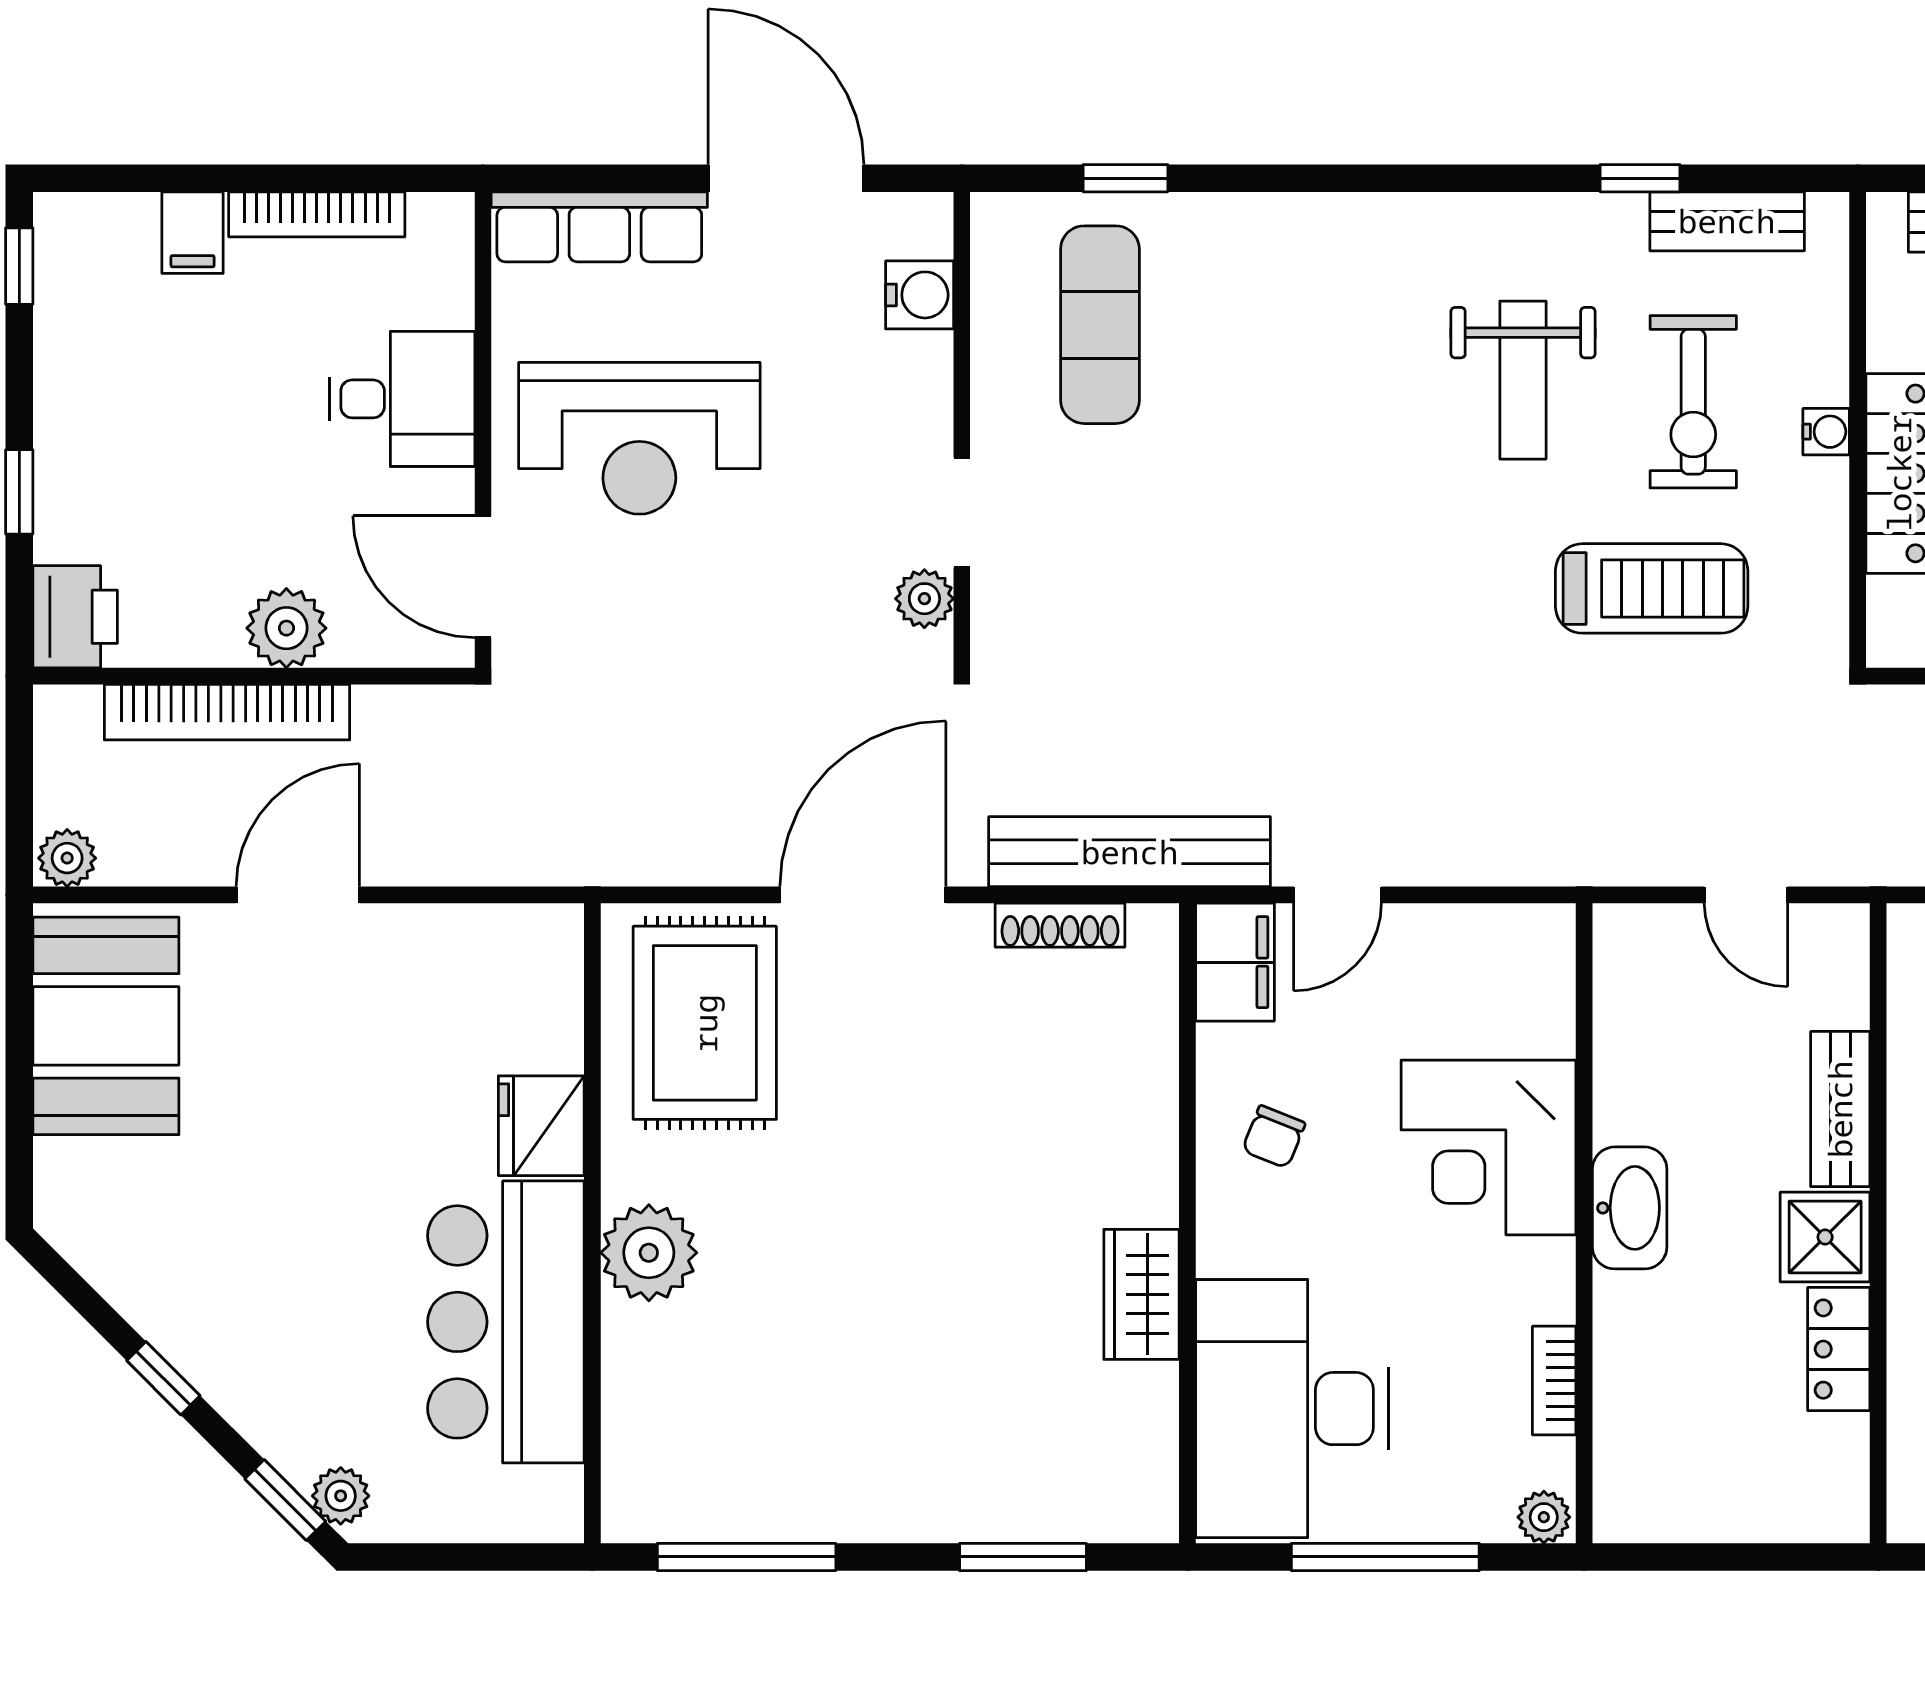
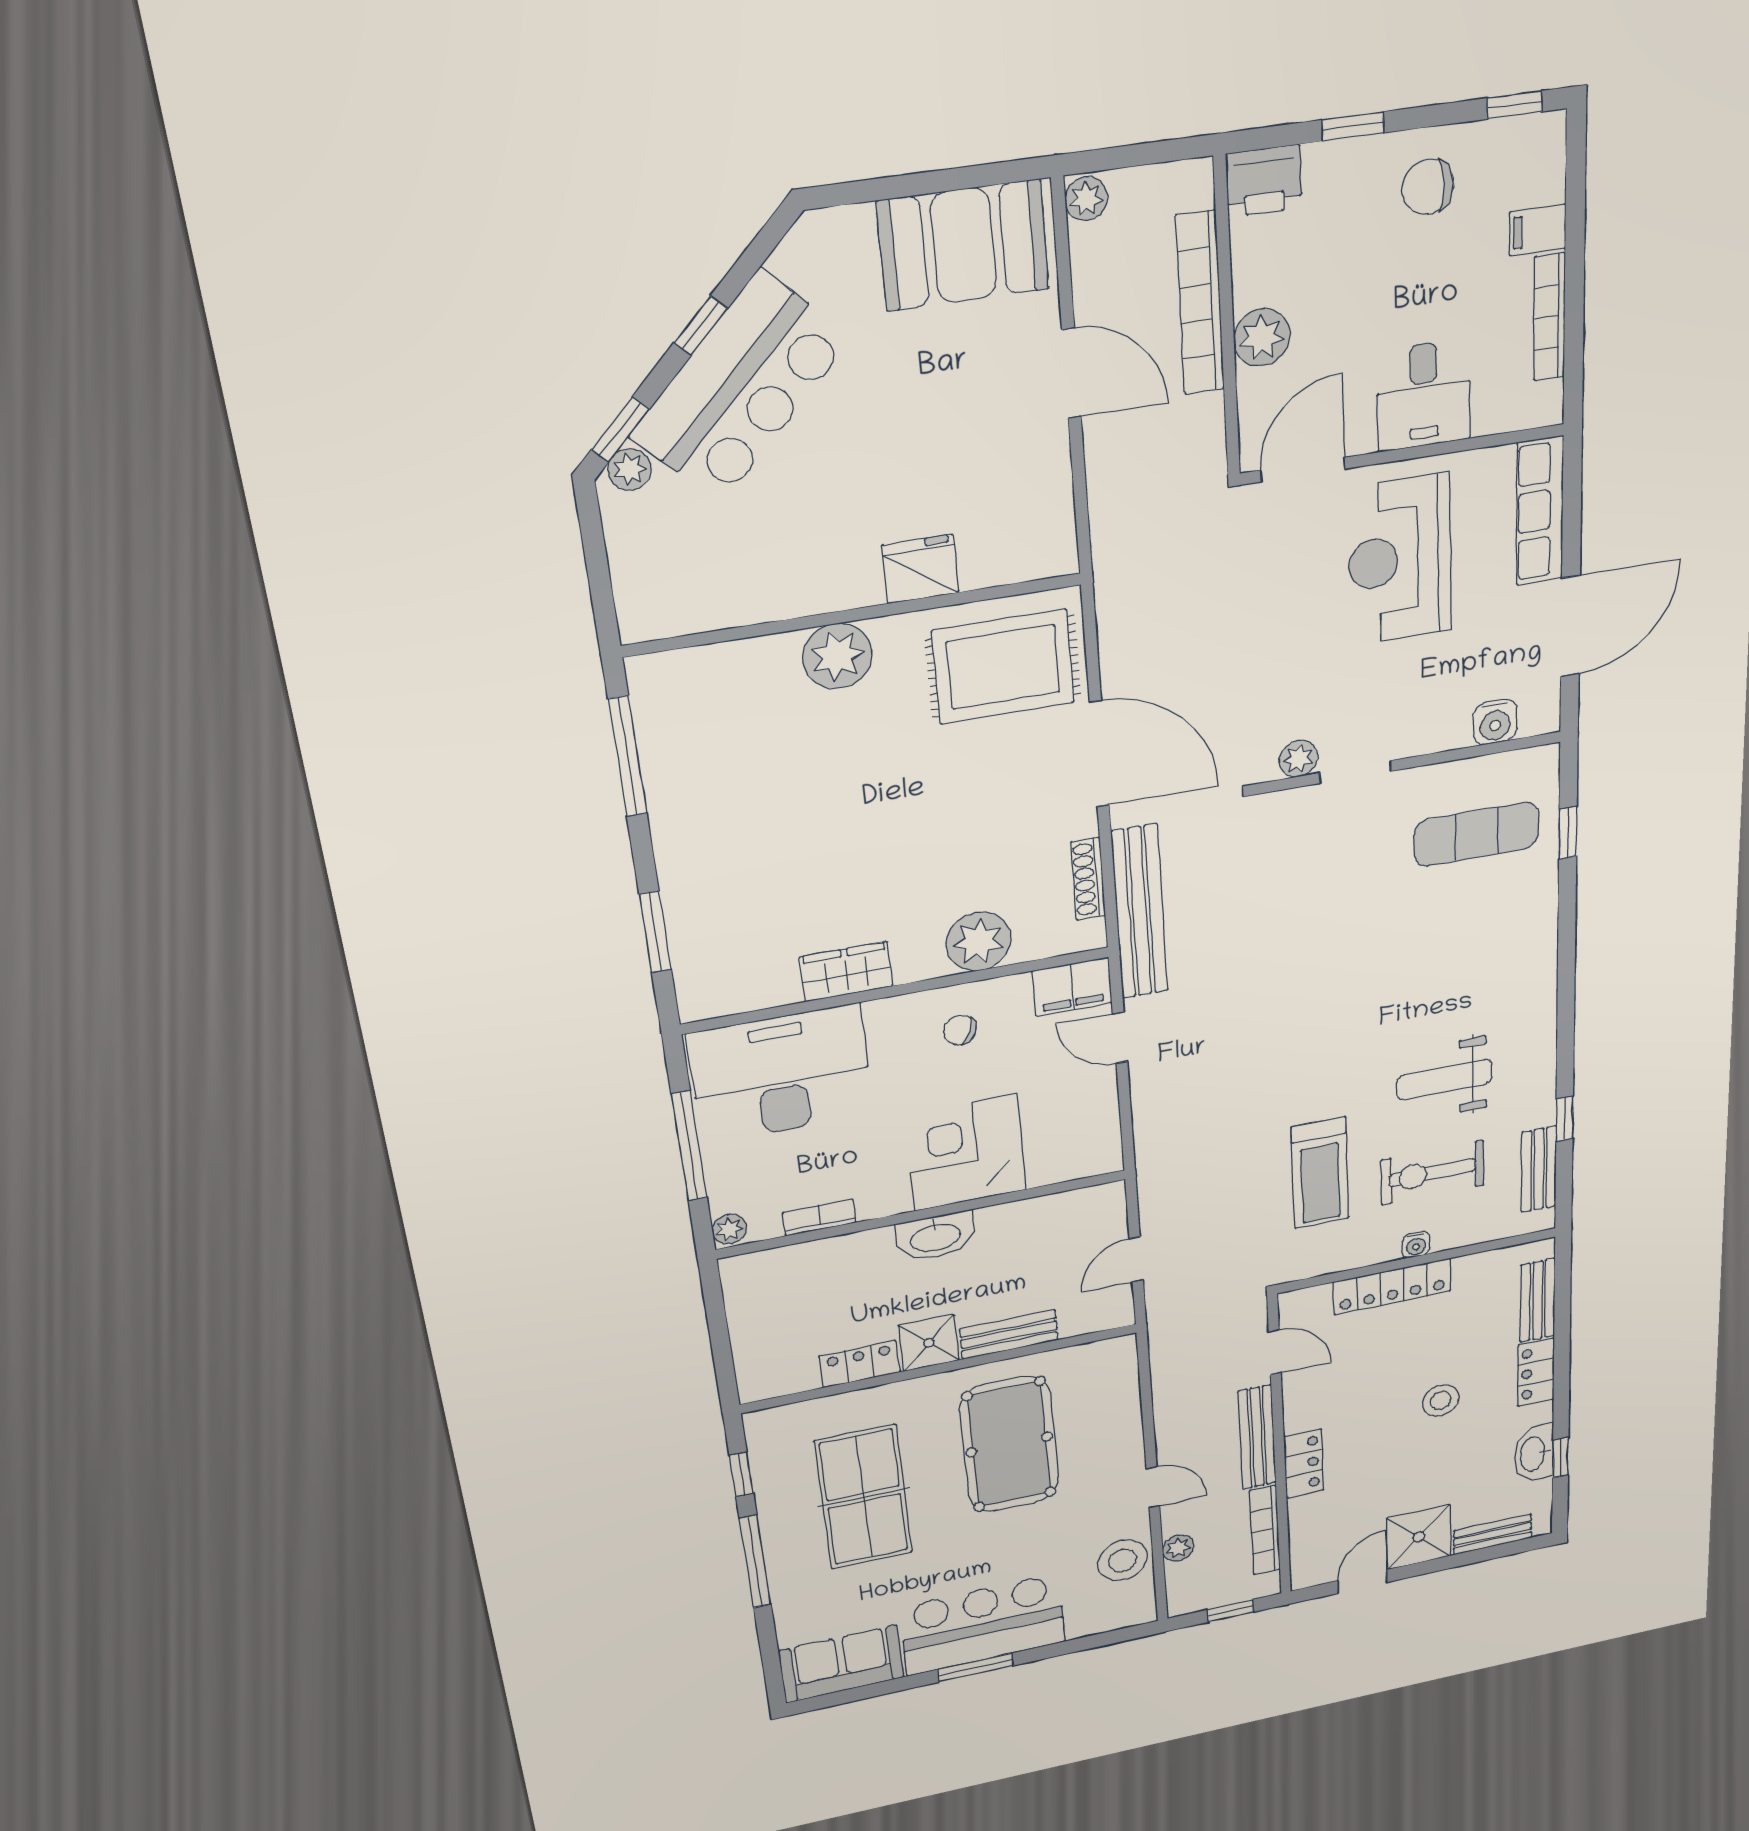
chair: (113, 389) -> (1428, 187), added
plant: (1131, 1096) -> (978, 942), added
bar counter: (506, 1322) -> (741, 387), moved, turned 135

